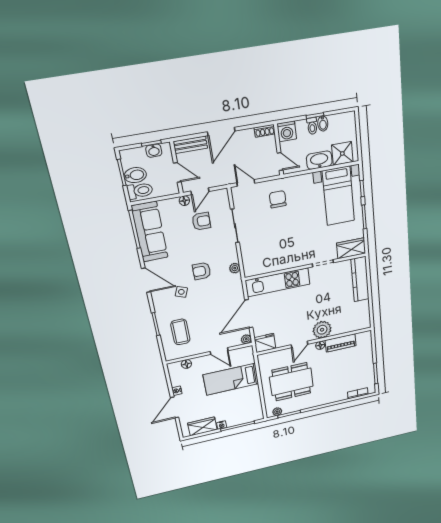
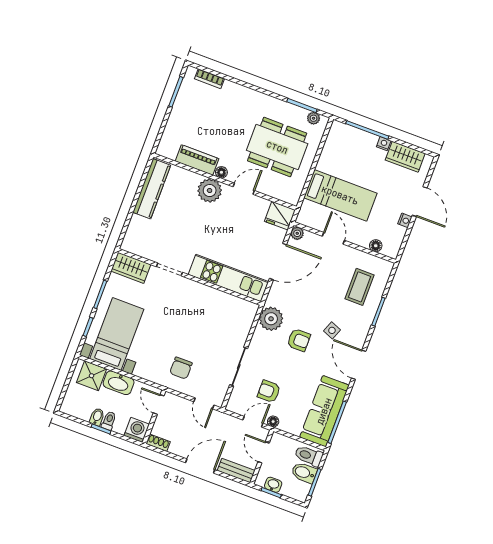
plant: (235, 268) -> (271, 319), width x1.88, depth x1.88
kitchen counter: (360, 279) -> (152, 189), moved
door: (175, 407) -> (420, 202), hinge flipped

